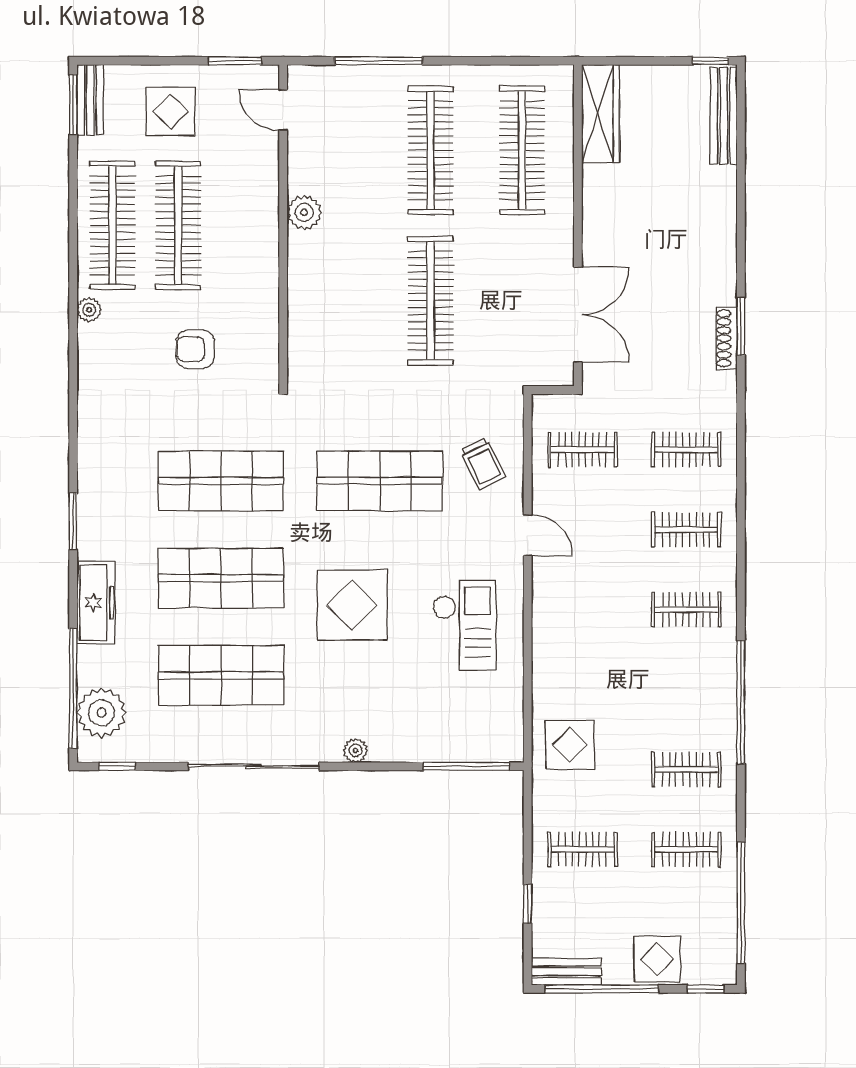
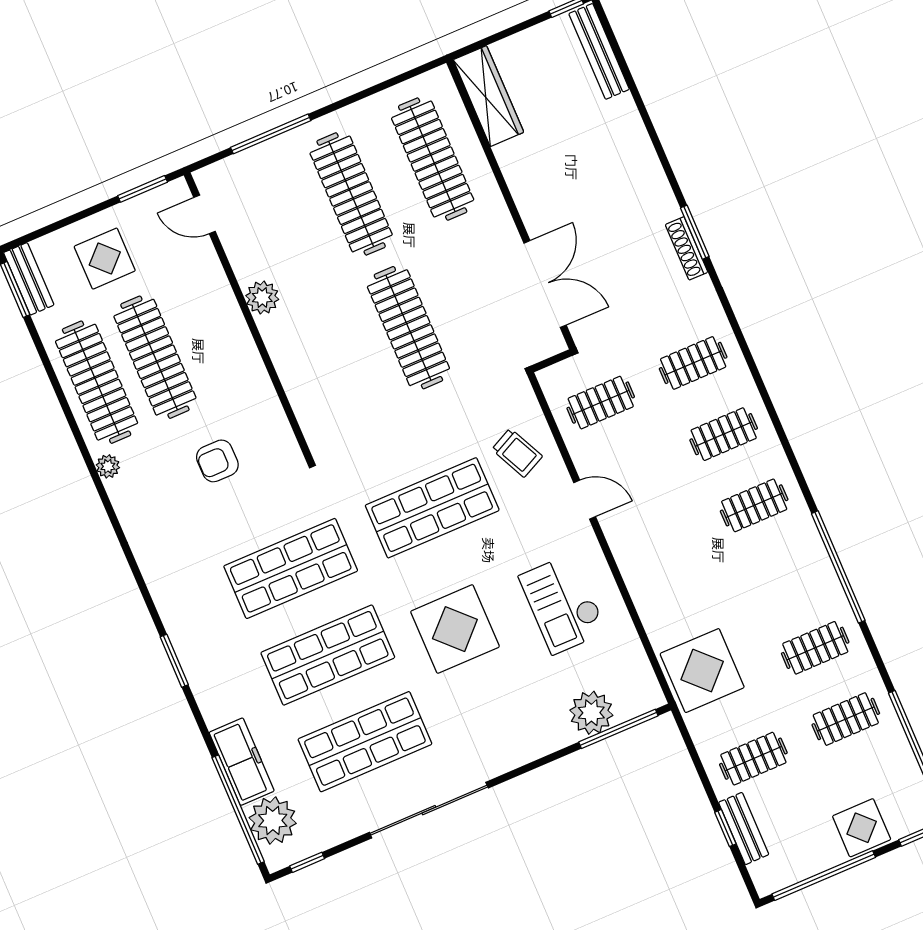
freezer: (96, 603) -> (242, 762), moved
checkout: (464, 625) -> (563, 604), turned 180
display table: (570, 745) -> (702, 671), width x1.36, depth x1.36
plant: (356, 750) -> (591, 713), moved, width x1.87, depth x1.87
bench: (567, 972) -> (744, 828), moved, turned 90

